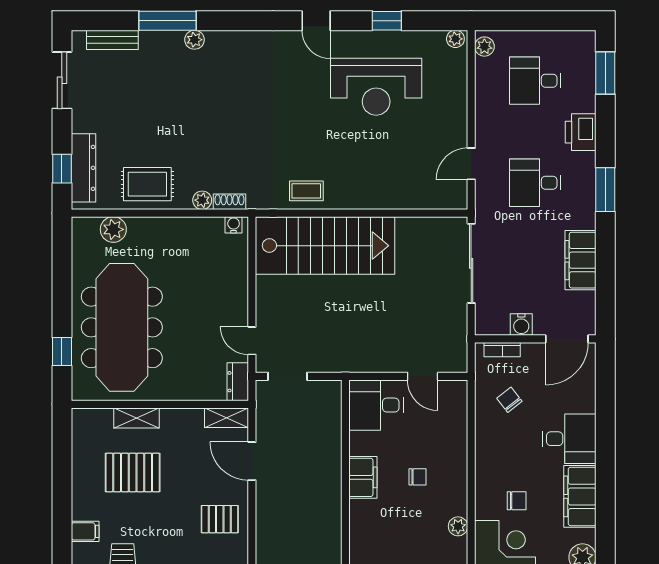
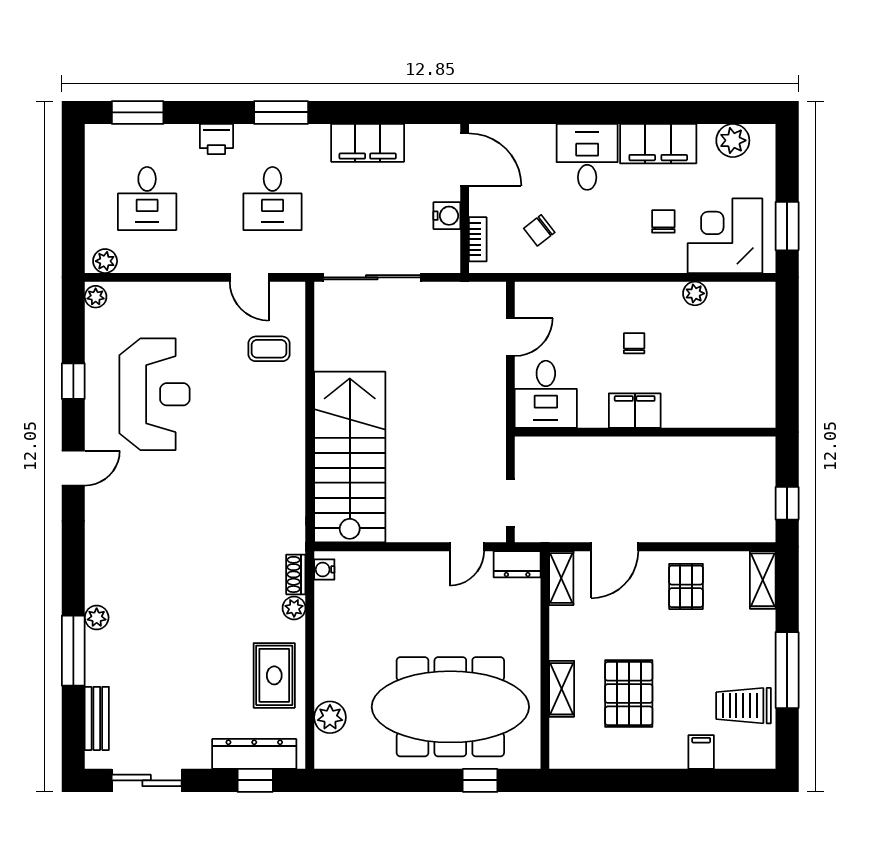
printer: (581, 132) -> (216, 139), width x0.73, depth x0.81
coffee table: (306, 191) -> (269, 349), moved, turned 90

